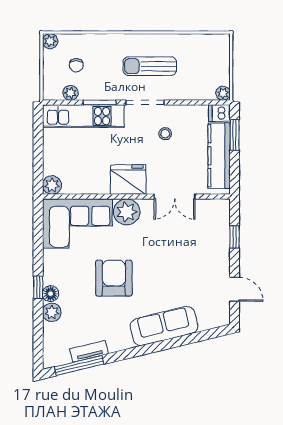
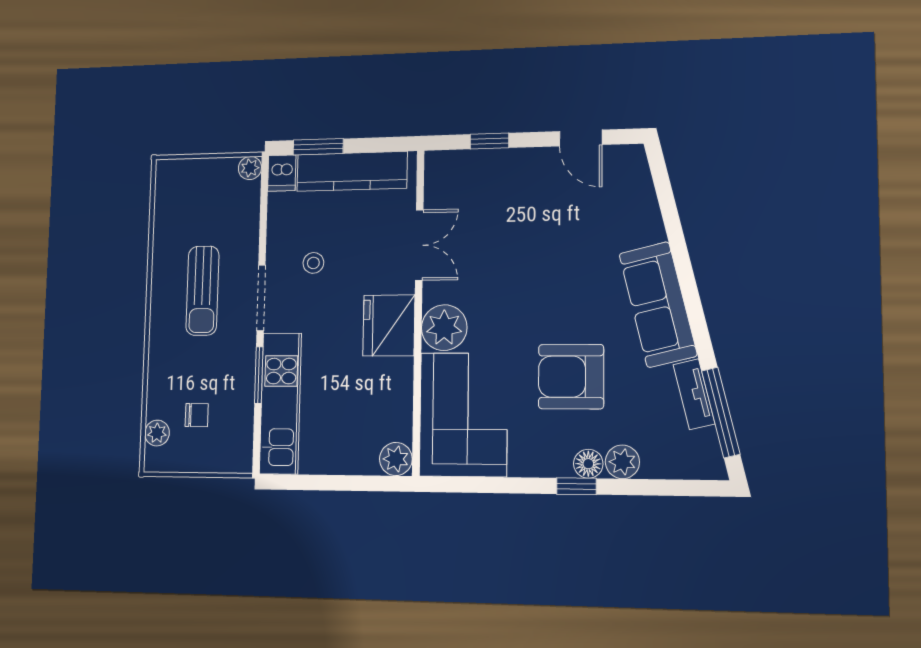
plant: (50, 41) -> (157, 433), moved
plant: (70, 93) -> (241, 425), removed
armchair: (114, 278) -> (571, 377), moved
door: (235, 289) -> (581, 138), swing flipped
sofa: (164, 326) -> (658, 304), moved

